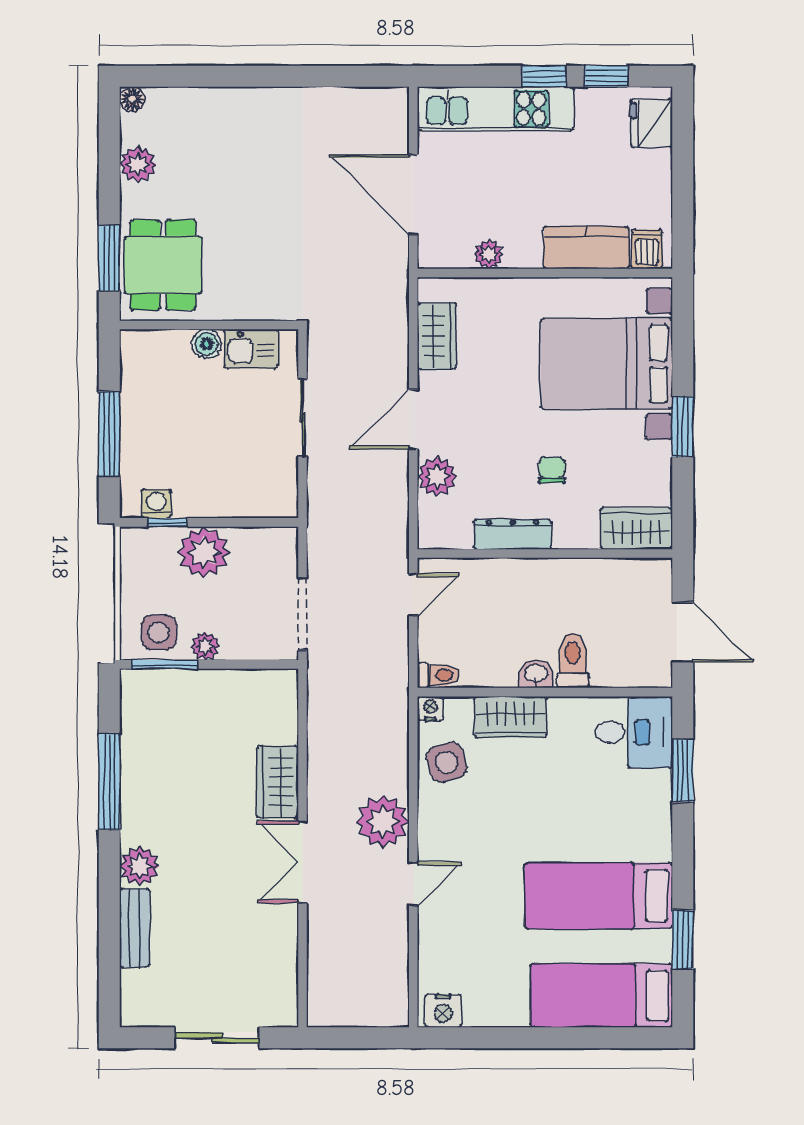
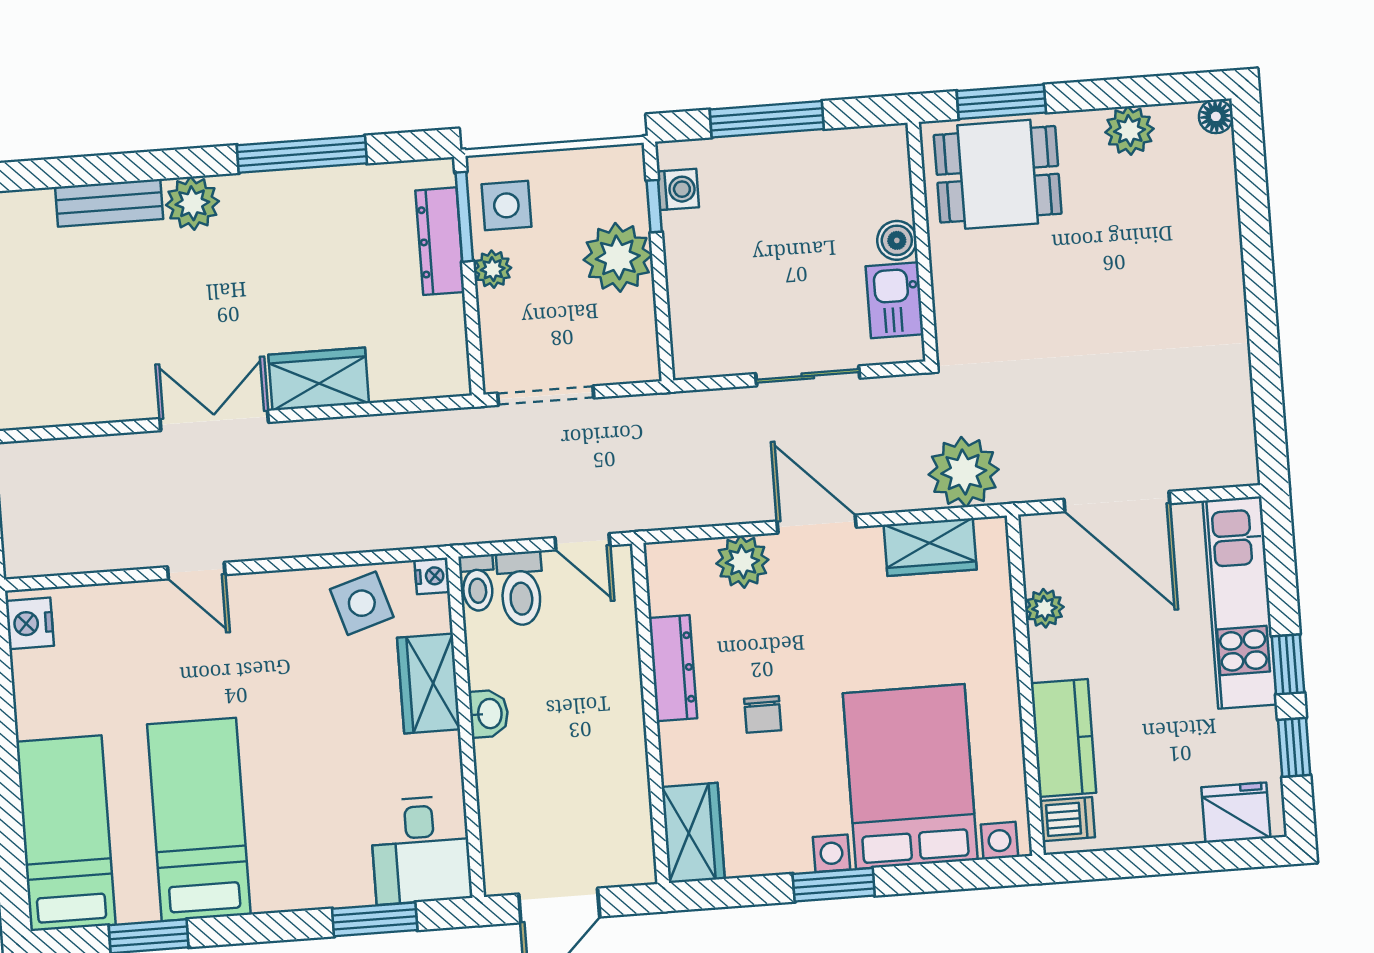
door: (413, 194) -> (1117, 502), swing flipped
chair: (552, 470) -> (763, 714), turned 90
toilet: (573, 661) -> (521, 588), moved, turned 90
dresser: (182, 684) -> (440, 241), added
plant: (383, 821) -> (964, 472), moved

